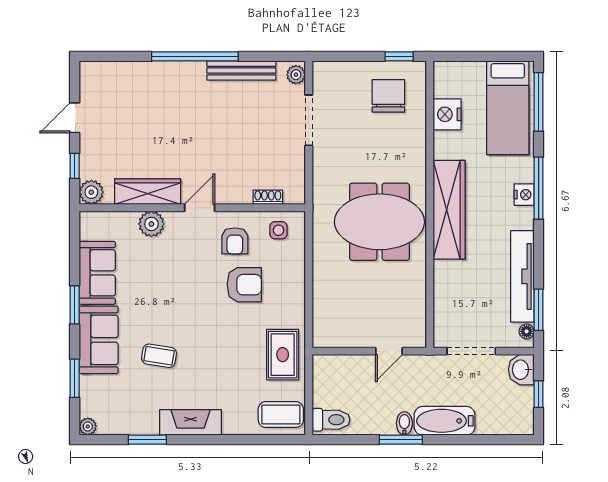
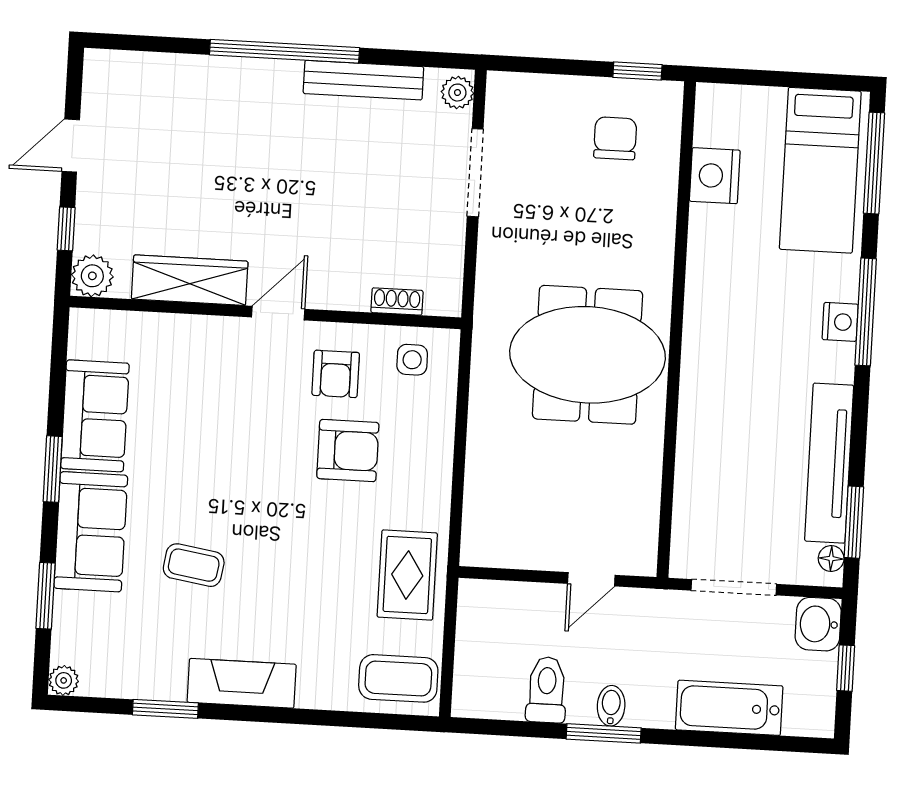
chair: (388, 96) -> (615, 138), width x0.73, depth x0.73
wardrobe: (449, 210) -> (709, 341), removed
plant: (151, 224) -> (193, 337), removed
toilet: (331, 420) -> (547, 690), moved, turned -90
bathtub: (445, 421) -> (729, 708), moved

